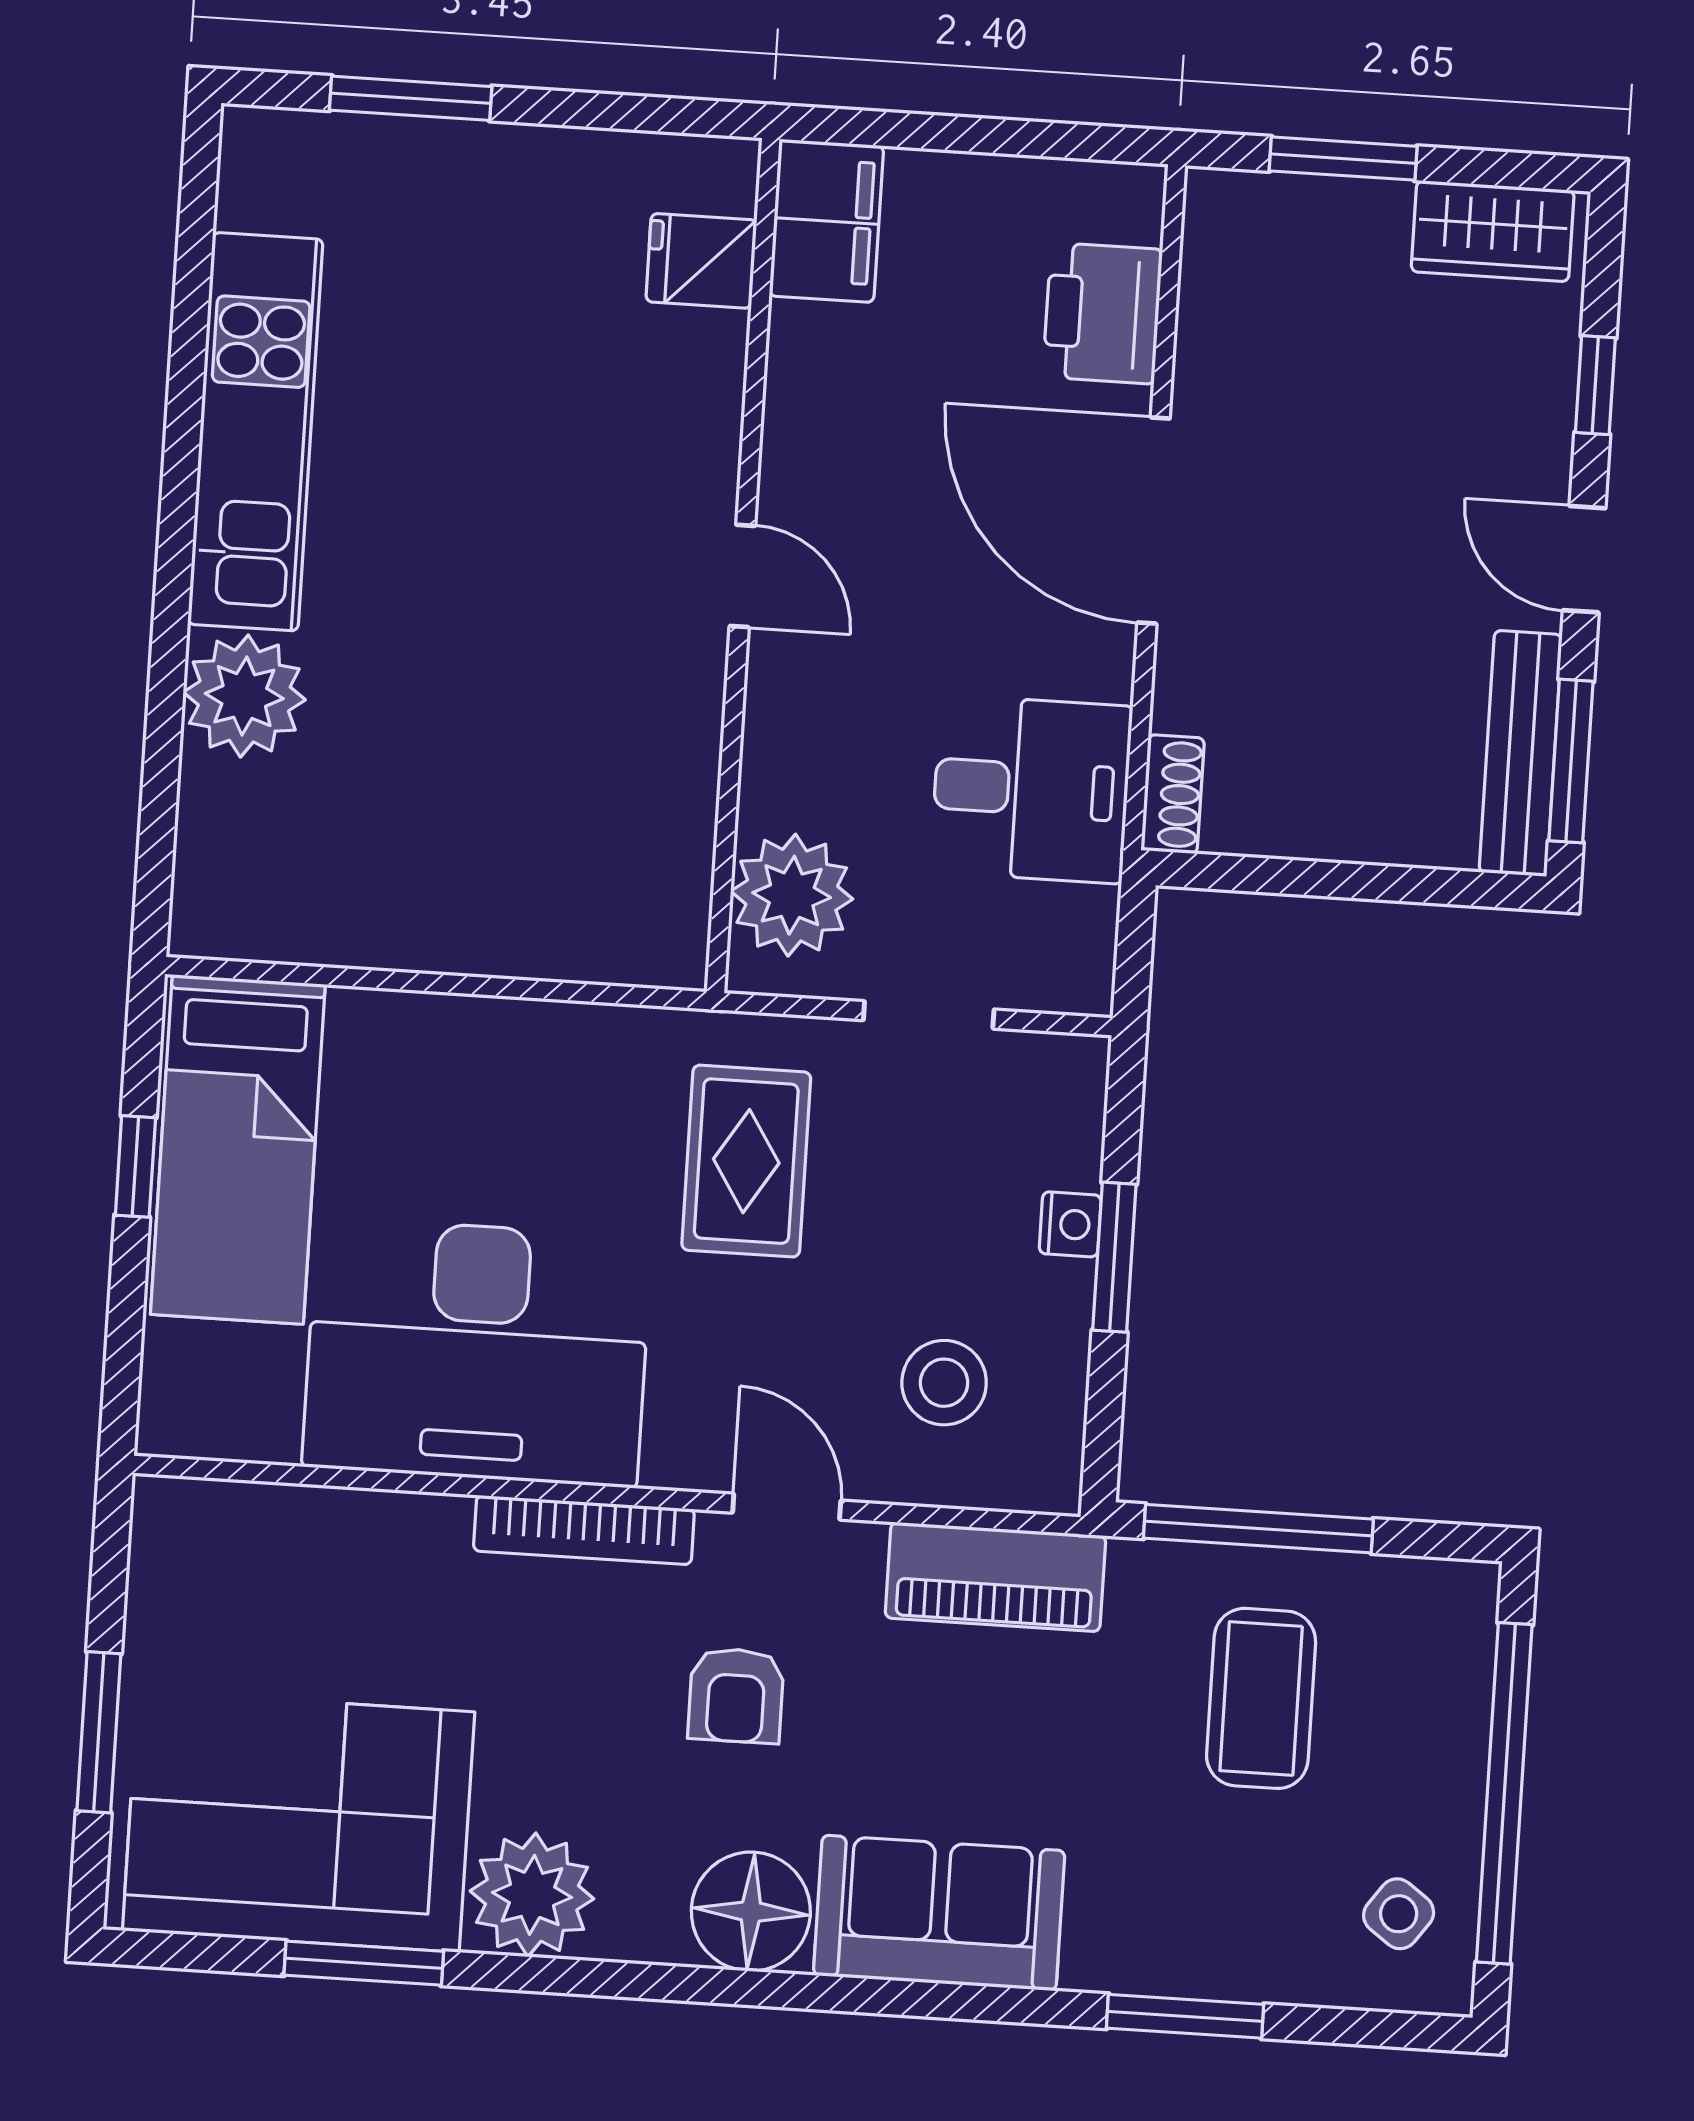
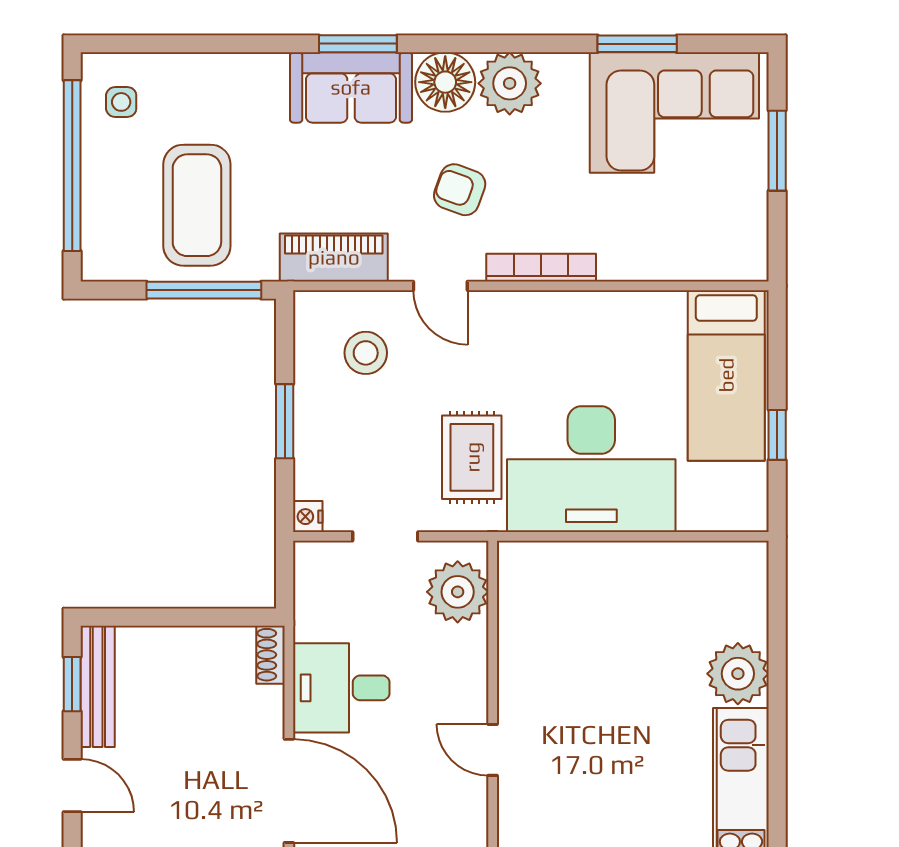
window: (1571, 761) -> (72, 684), width x0.67
desk: (1031, 789) -> (341, 688), moved
bed: (238, 1149) -> (726, 375), moved, turned 180
nightstand: (1070, 1224) -> (308, 517), moved
desk: (477, 1352) -> (591, 469), moved, turned 180
armchair: (736, 1695) -> (460, 190), turned -70
coffee table: (1261, 1698) -> (197, 205), width x1.36, depth x1.32
plant: (532, 1895) -> (510, 83), moved
side table: (1399, 1914) -> (121, 102), turned -36
window: (1185, 2016) -> (358, 44), moved

